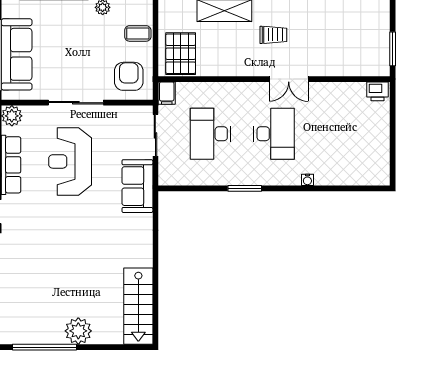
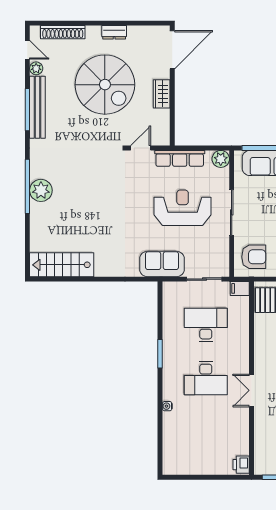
plant: (78, 331) -> (41, 190), moved

